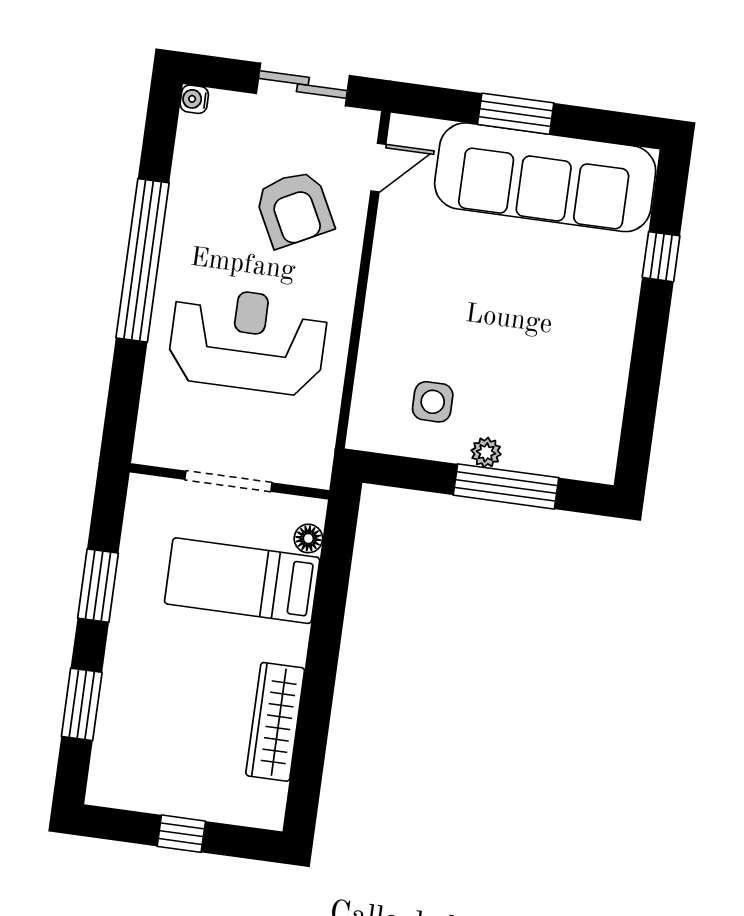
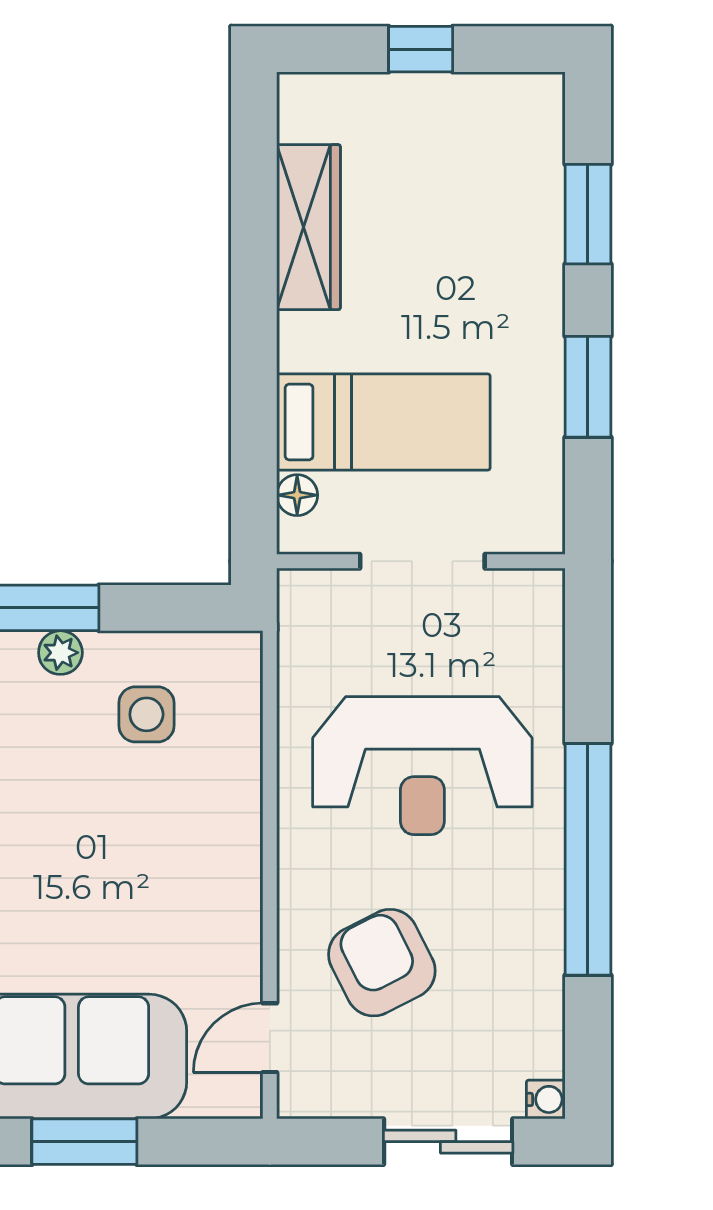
sliding door: (303, 85) -> (448, 1142), moved

